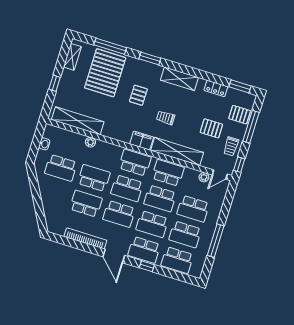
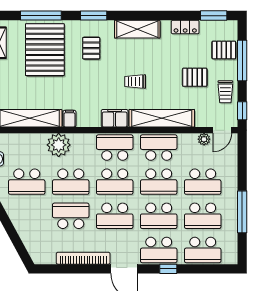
pallet: (138, 95) -> (91, 48), moved
filing cabinet: (108, 130) -> (69, 119), added
plant: (90, 142) -> (59, 145), width x1.88, depth x1.88
school desk: (94, 178) -> (71, 182), turned 180

